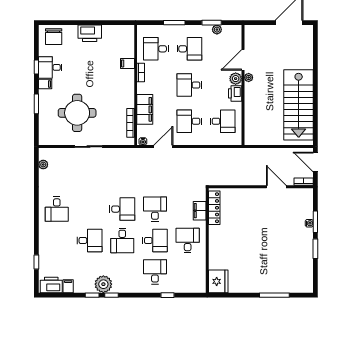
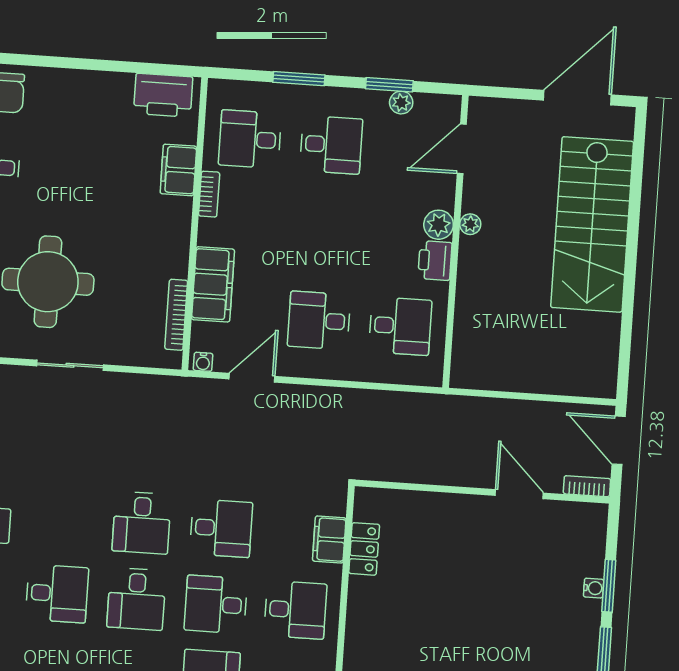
printer: (90, 33) -> (163, 95), moved
door: (243, 60) -> (462, 149), moved
filing cabinet: (127, 63) -> (178, 170), width x2.00
desk: (189, 85) -> (325, 233), removed
stairs: (299, 105) -> (592, 224), moved
locker: (214, 208) -> (364, 549), width x0.66
desk: (122, 209) -> (142, 523), turned 90
desk: (155, 209) -> (221, 528), turned 90
desk: (155, 240) -> (216, 604), turned 180
desk: (188, 240) -> (295, 610), turned 90

